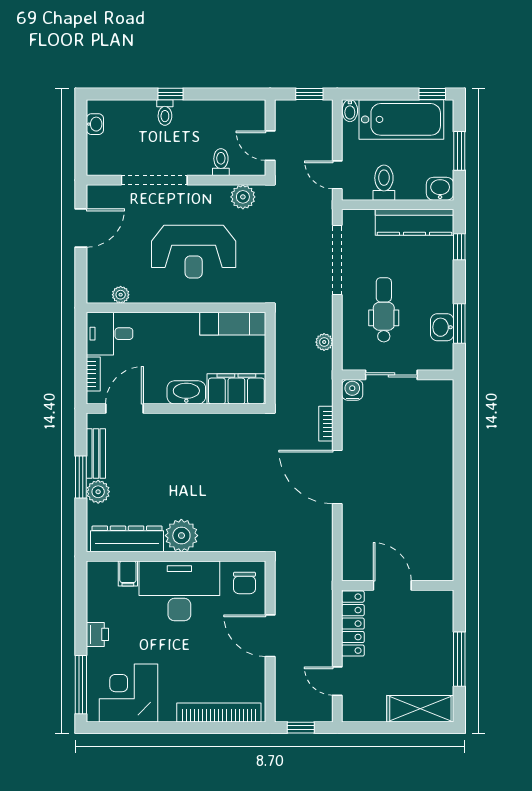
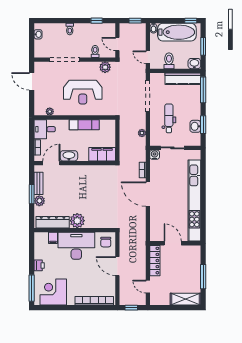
window: (170, 94) -> (97, 21), moved
door: (81, 228) -> (32, 81), swing flipped
window: (459, 247) -> (203, 90), width x2.17
exam couch: (233, 324) -> (84, 125), moved
washbasin: (186, 392) -> (69, 156), moved
kitchen unit: (440, 491) -> (194, 201), added

